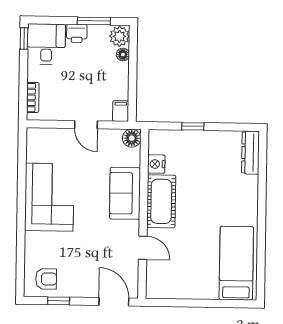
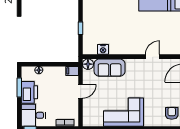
printer: (77, 33) -> (29, 92), width x1.87, depth x1.48
plant: (119, 36) -> (28, 72), removed
sofa: (125, 193) -> (110, 68), moved
cot: (161, 201) -> (125, 46), removed

